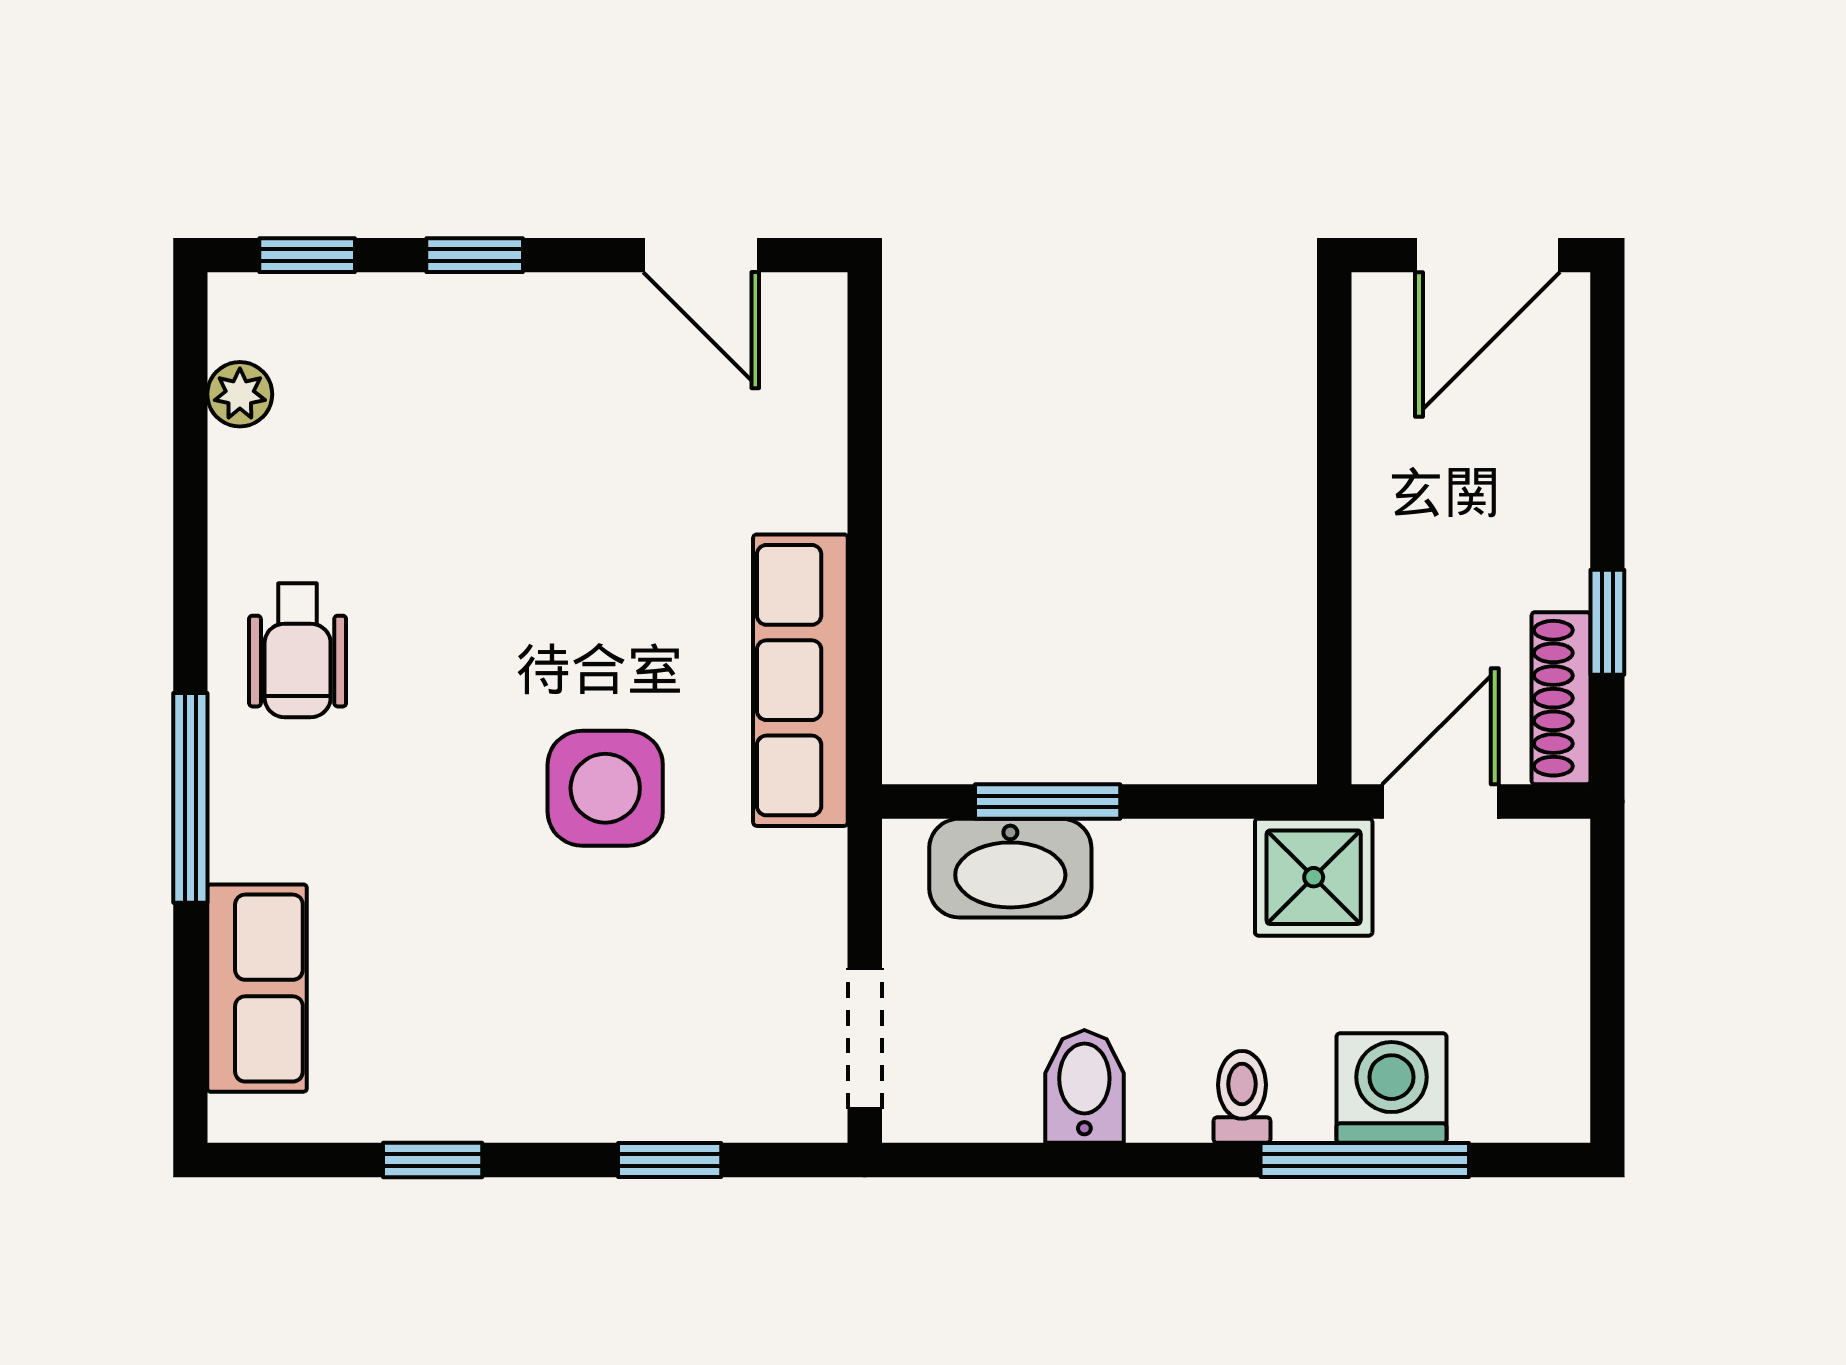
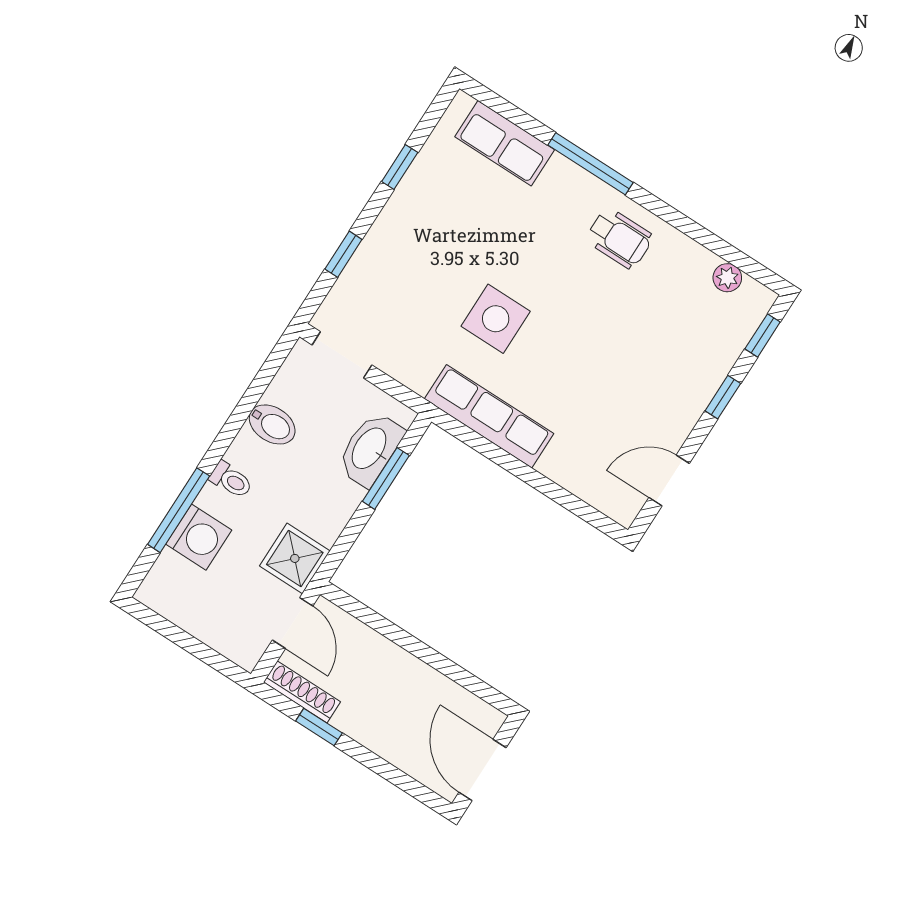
wheelchair: (298, 650) -> (619, 238), turned 180

